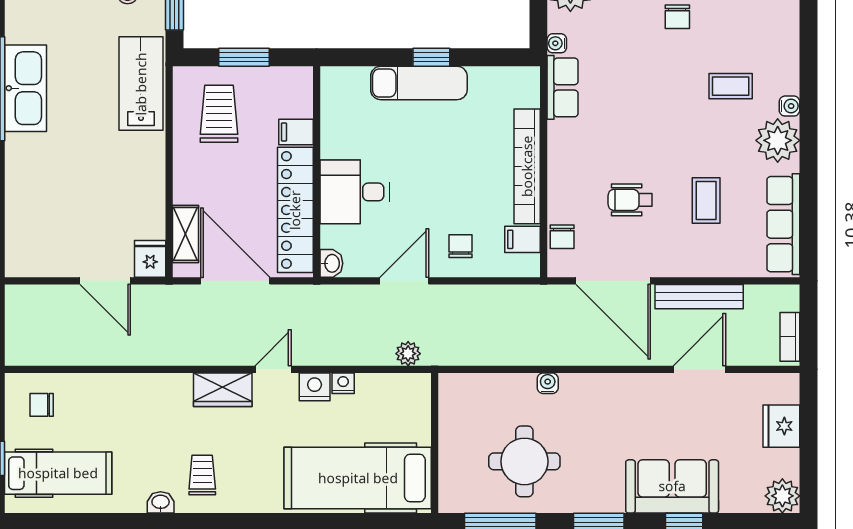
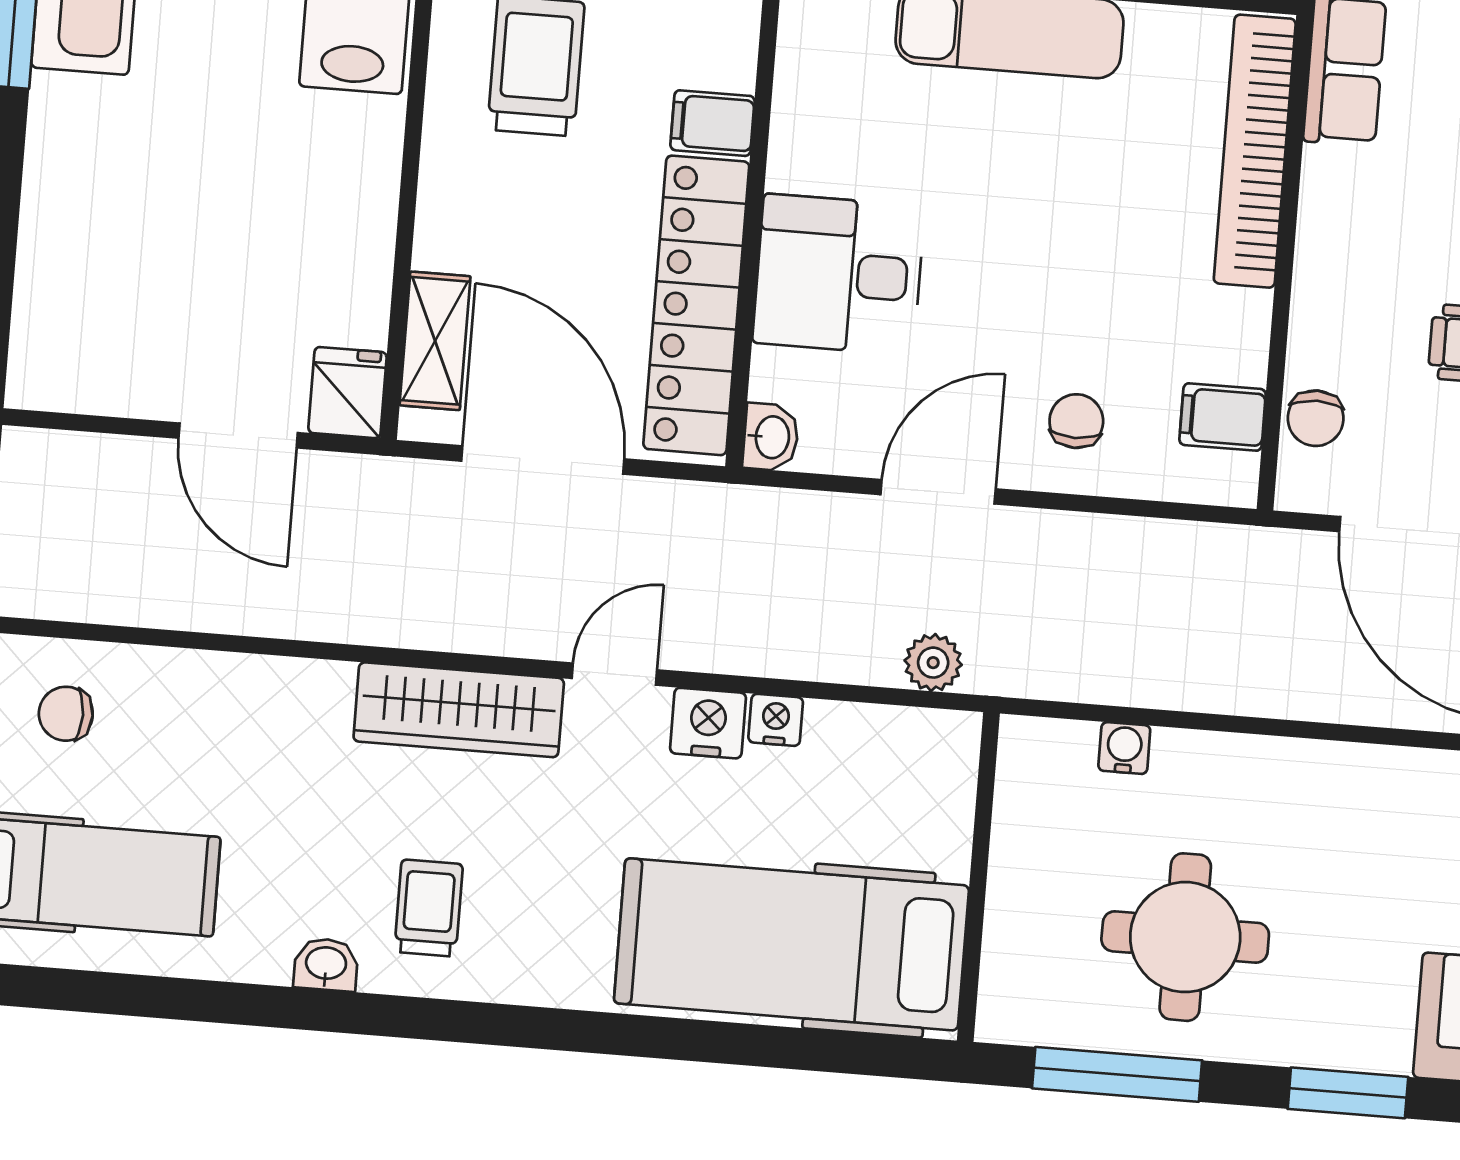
bookcase: (527, 166) -> (1255, 151), moved
water cooler: (548, 383) -> (1124, 748), moved
wardrobe: (223, 390) -> (459, 710), width x1.50

